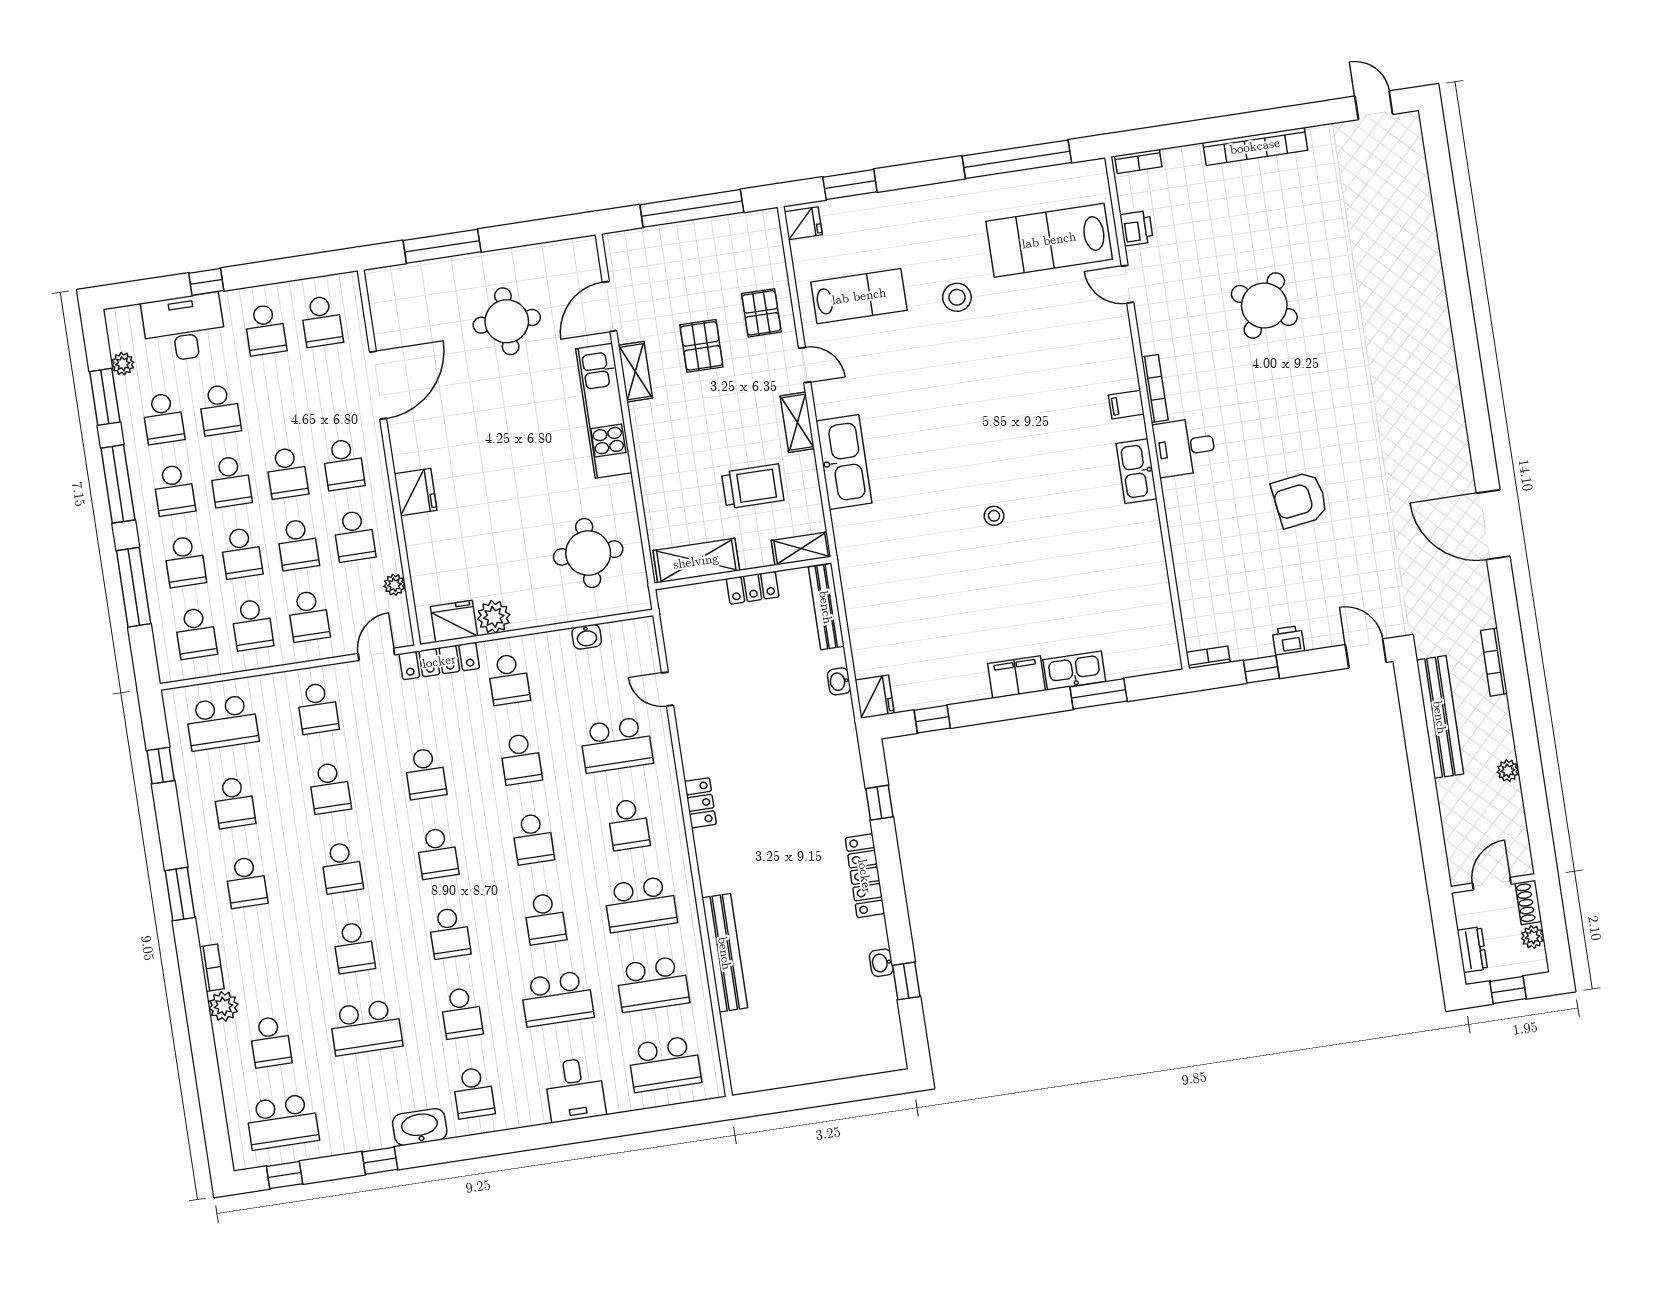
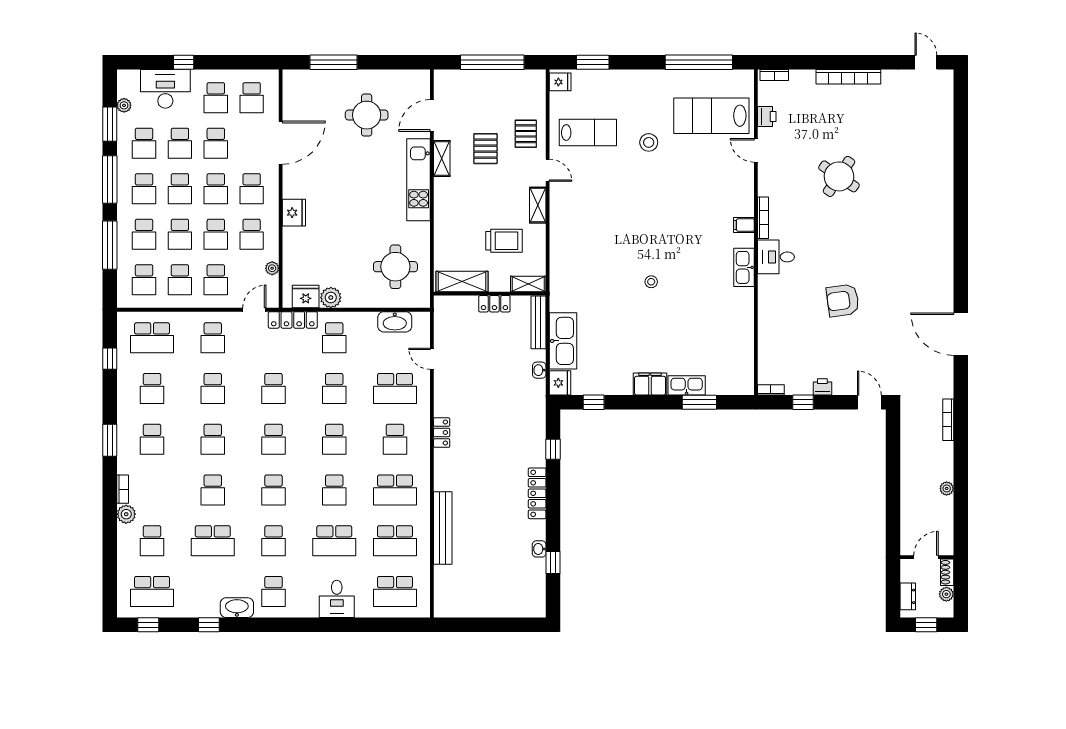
school desk: (276, 401) -> (216, 143), added
kitchen sink: (844, 462) -> (563, 341), moved
washbasin: (587, 637) -> (395, 322), width x1.91, depth x1.45
bench: (1440, 717) -> (910, 449), removed

